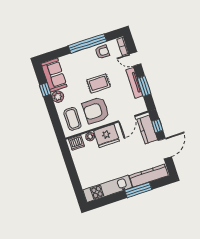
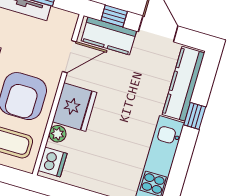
door: (127, 119) -> (69, 57), hinge flipped
window: (138, 190) -> (195, 116), width x0.46

